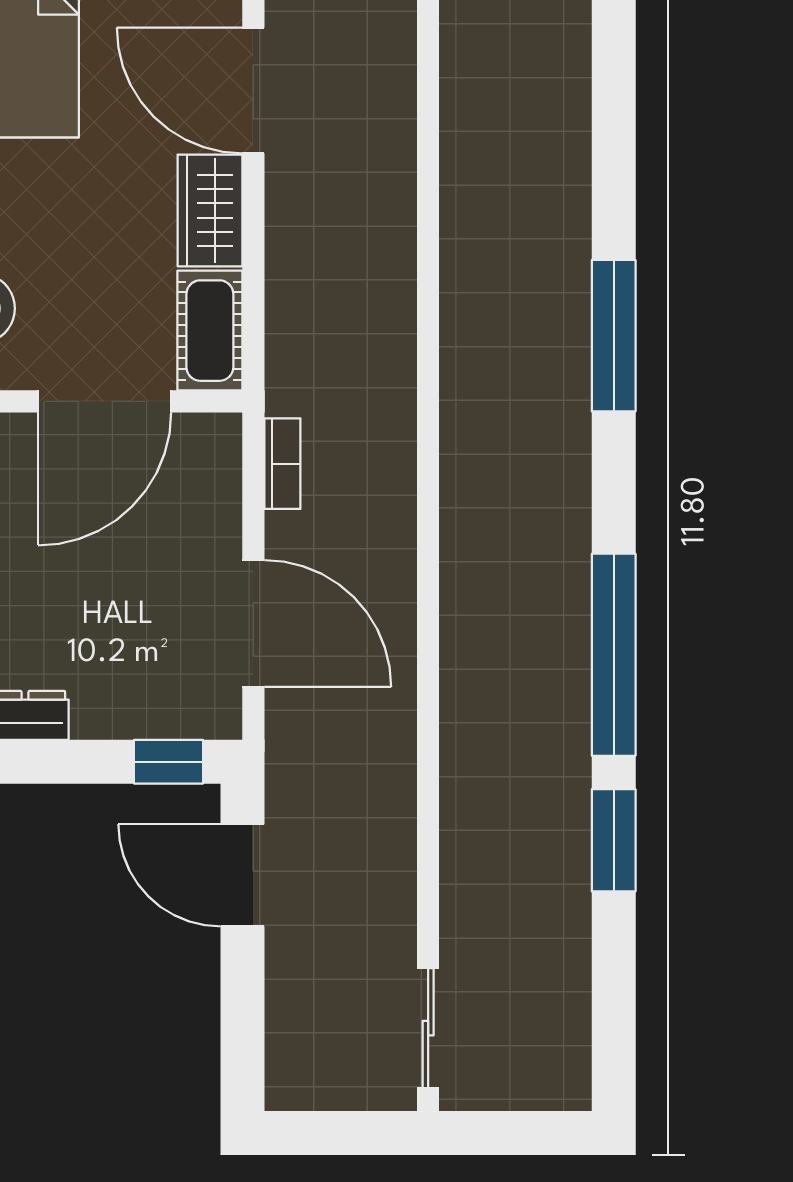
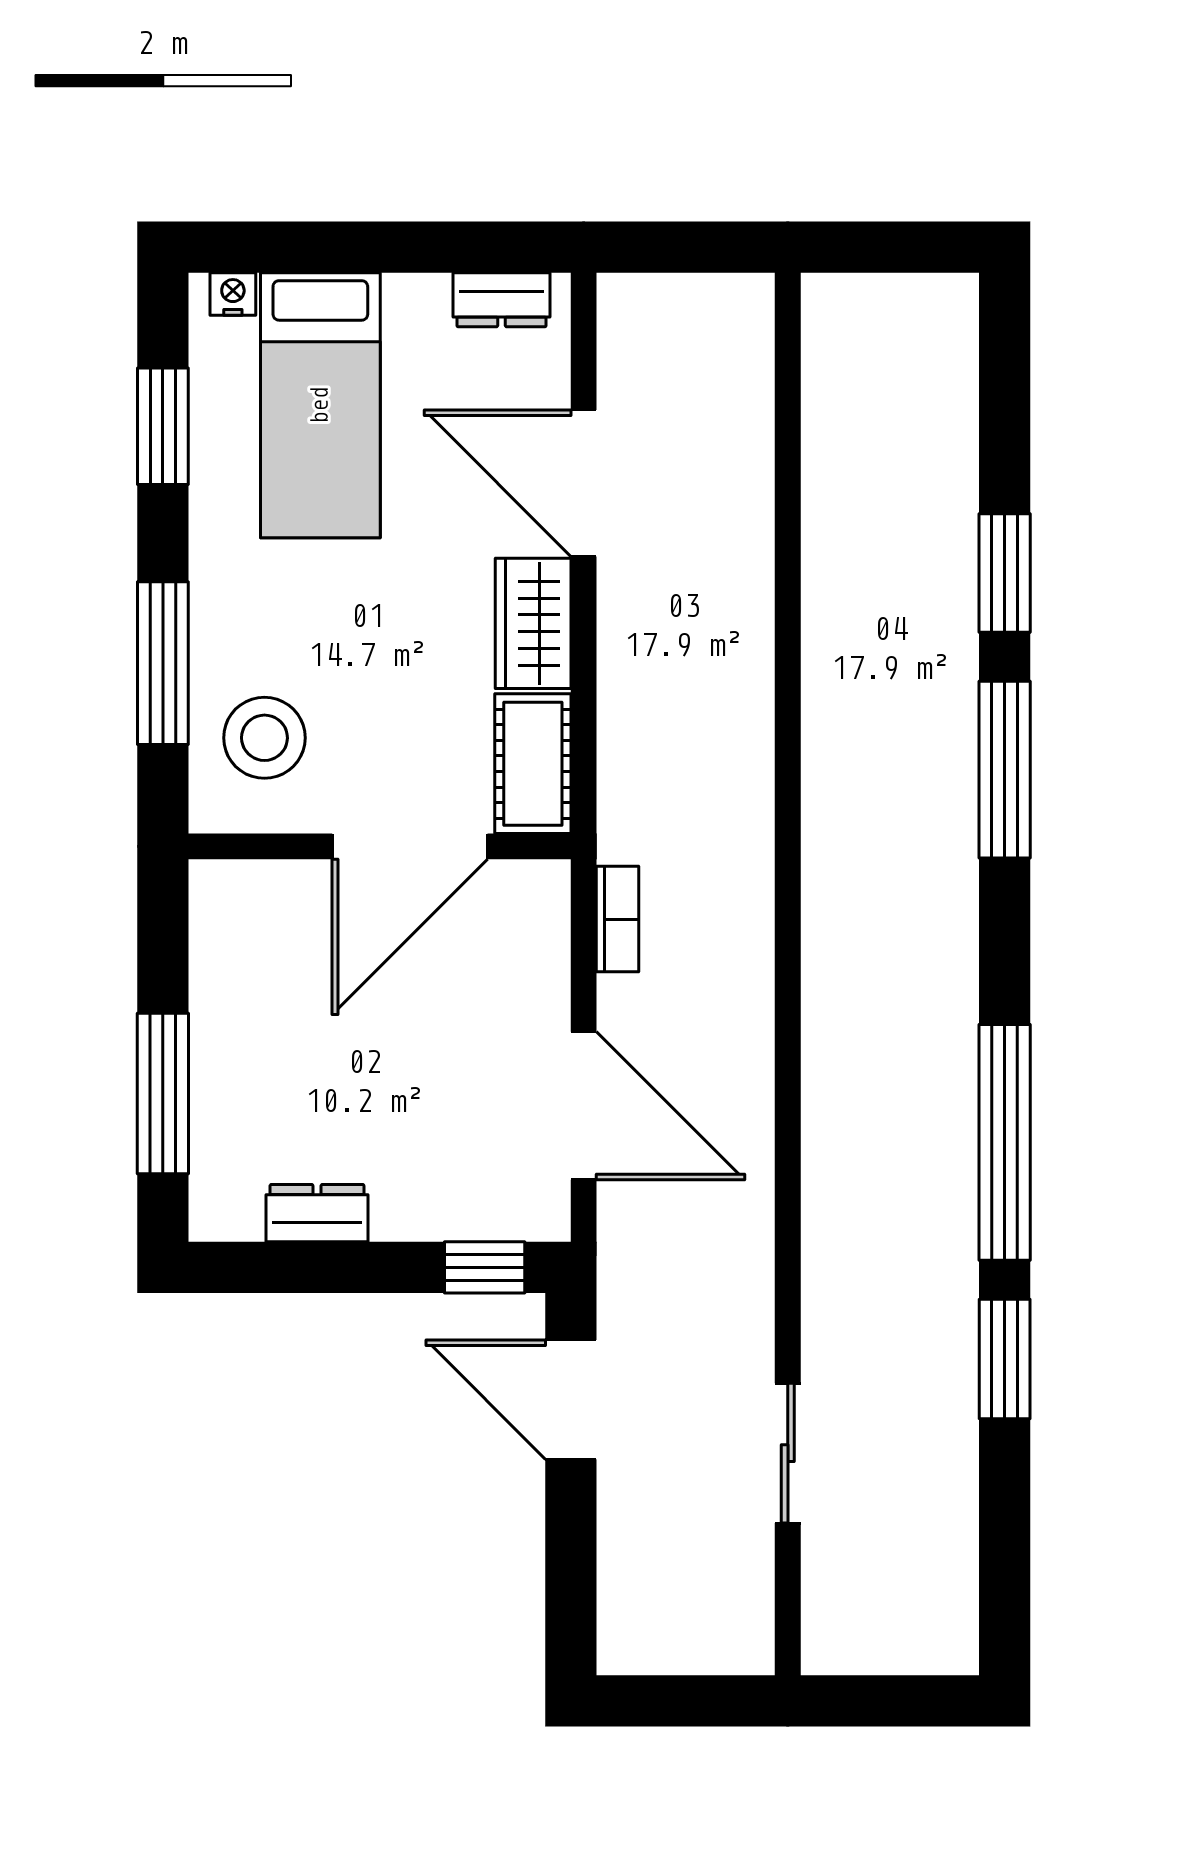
window: (614, 167) -> (1005, 573), added
sliding door: (428, 1028) -> (788, 1453), moved

